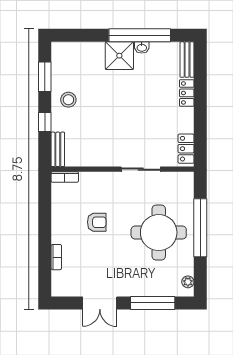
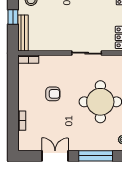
bench: (58, 149) -> (23, 33), width x1.36
double door: (100, 303) -> (55, 156), swing flipped

